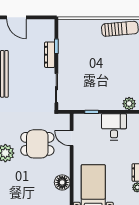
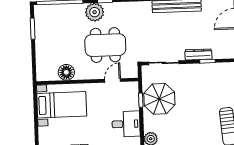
parasol: (91, 94) -> (159, 99), added
dining table: (37, 144) -> (105, 45), width x1.38

